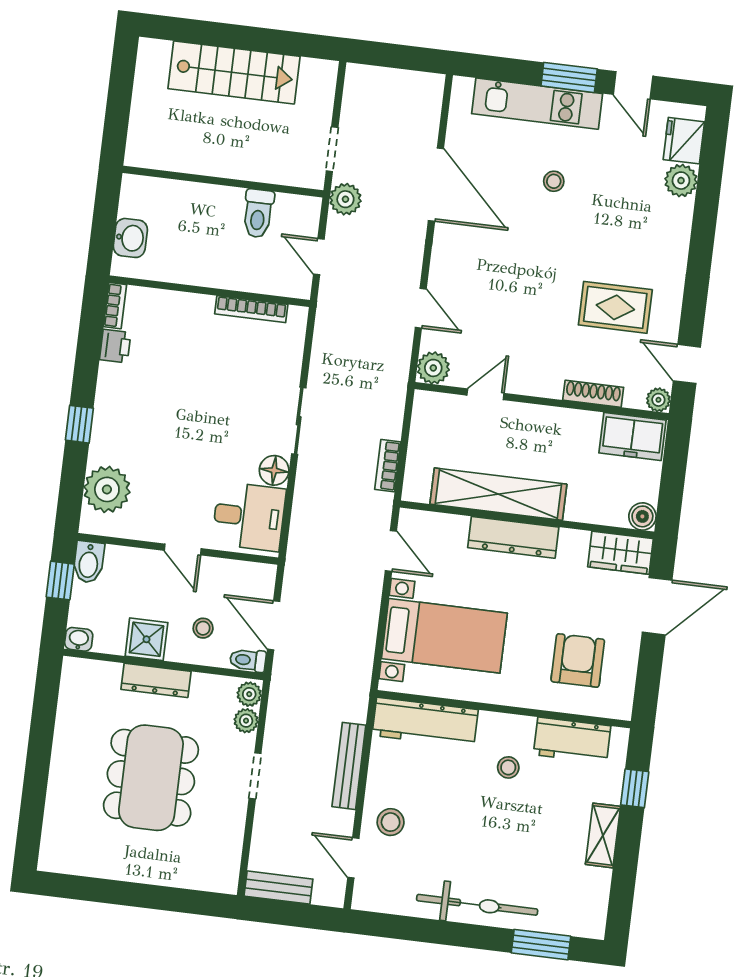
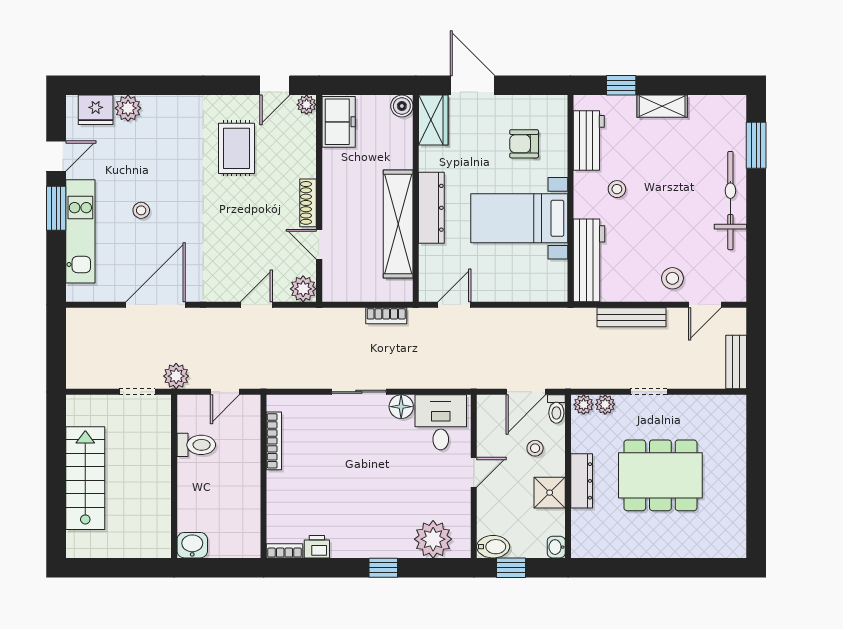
washbasin: (130, 238) -> (192, 545), moved
shoe rack: (593, 394) -> (308, 203), moved
bed with nightstands: (444, 636) -> (519, 218), moved, turned -90
armchair: (578, 660) -> (524, 144), width x0.72, depth x0.72

